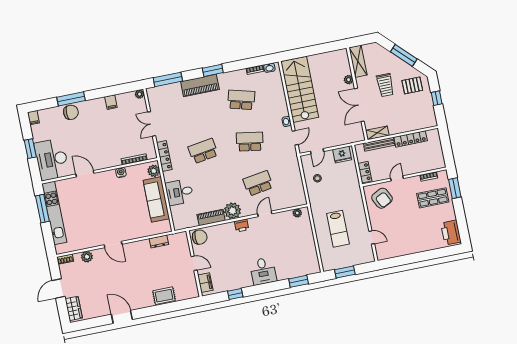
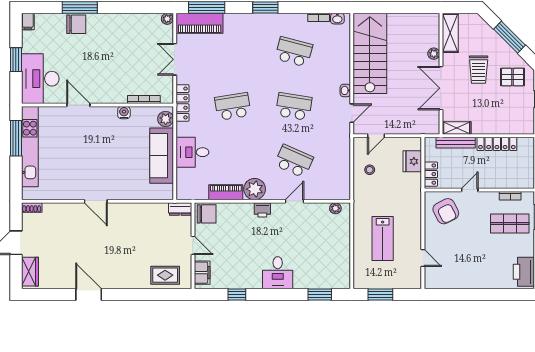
piano: (200, 85) -> (200, 23), moved
filing cabinet: (111, 102) -> (129, 22), removed
fridge: (342, 155) -> (412, 161), moved, turned 90
school desk: (258, 183) -> (294, 161), turned 33
dresser: (159, 241) -> (180, 209), moved
plant: (87, 257) -> (60, 210), removed
rug: (164, 296) -> (165, 275), moved

